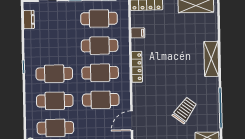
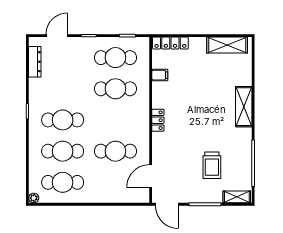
dresser: (29, 19) -> (35, 62), width x1.44
locker: (137, 67) -> (158, 120), width x0.66
cafe table: (100, 73) -> (115, 120), removed
trolley: (185, 110) -> (212, 165), turned 143

